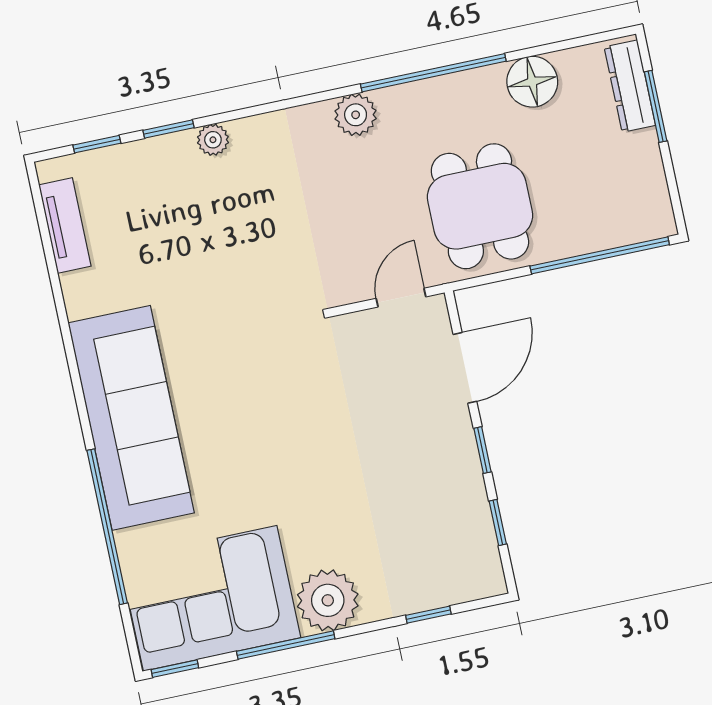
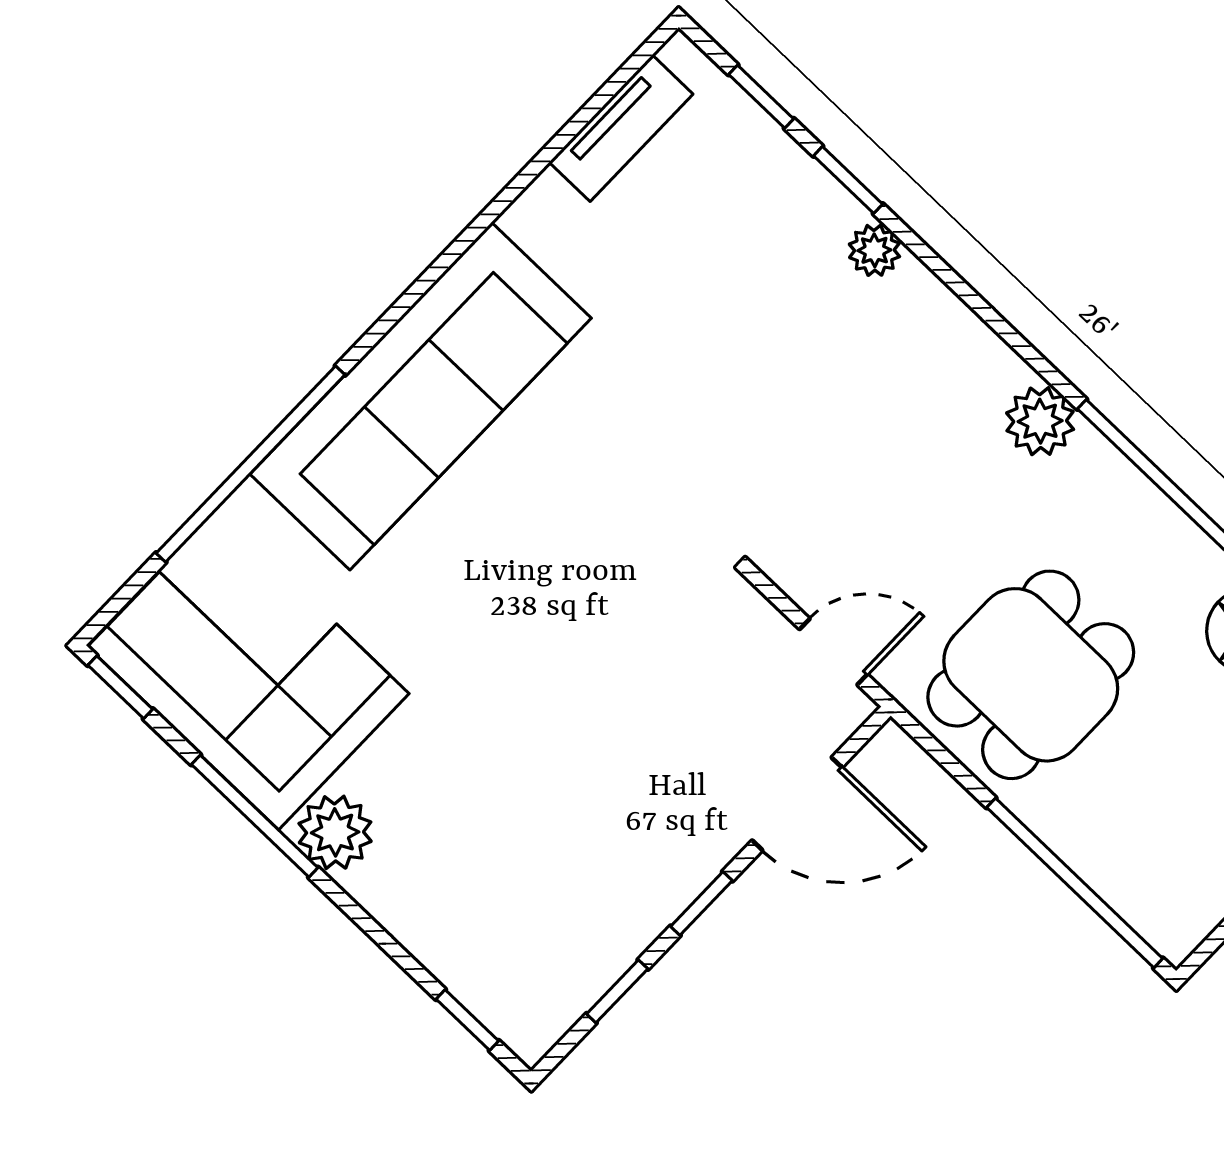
plant: (328, 600) -> (335, 832), width x0.73, depth x0.73
window: (428, 615) -> (467, 1020), moved

